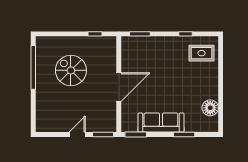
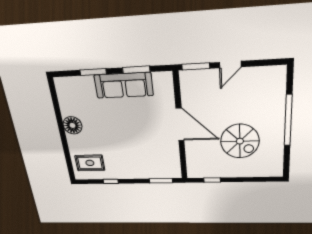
window: (33, 67) -> (288, 120), moved
door: (119, 87) -> (180, 124), swing flipped
floor lamp: (210, 108) -> (72, 125), moved
window: (136, 135) -> (136, 70), moved

